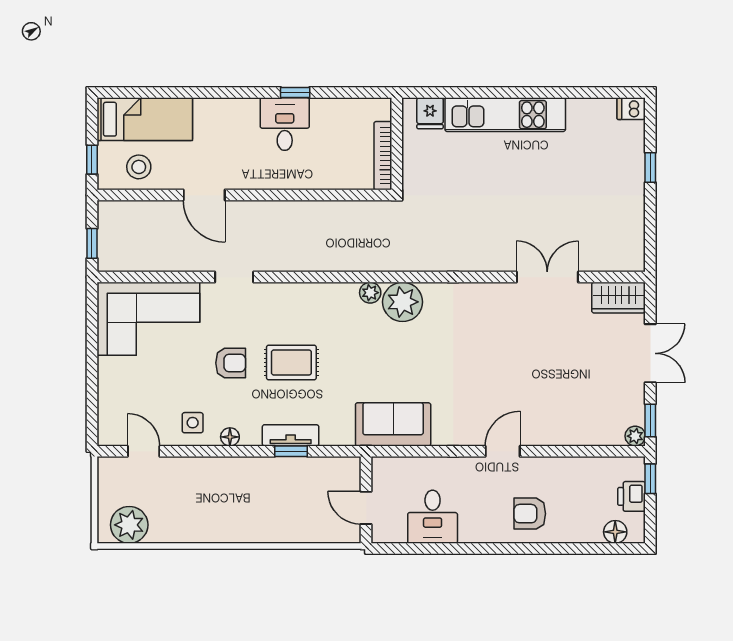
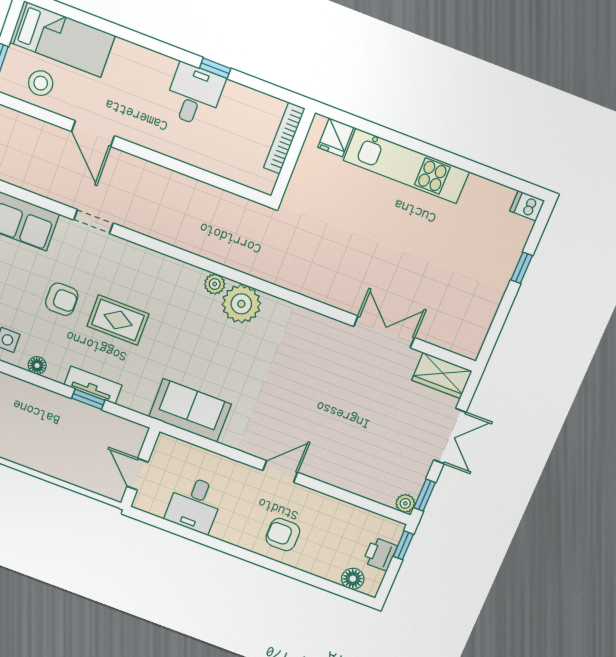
bookcase: (383, 156) -> (284, 138), moved

